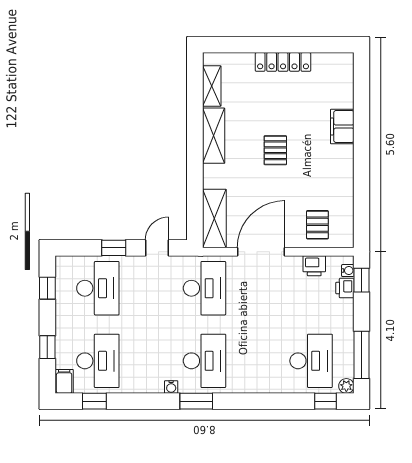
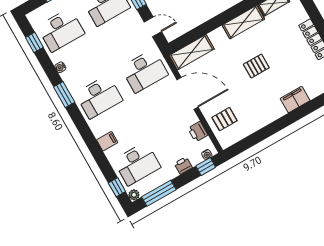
printer: (345, 288) -> (183, 165), moved
filing cabinet: (64, 381) -> (107, 141), moved
water cooler: (171, 387) -> (60, 67), moved
window: (196, 401) -> (64, 95), moved

